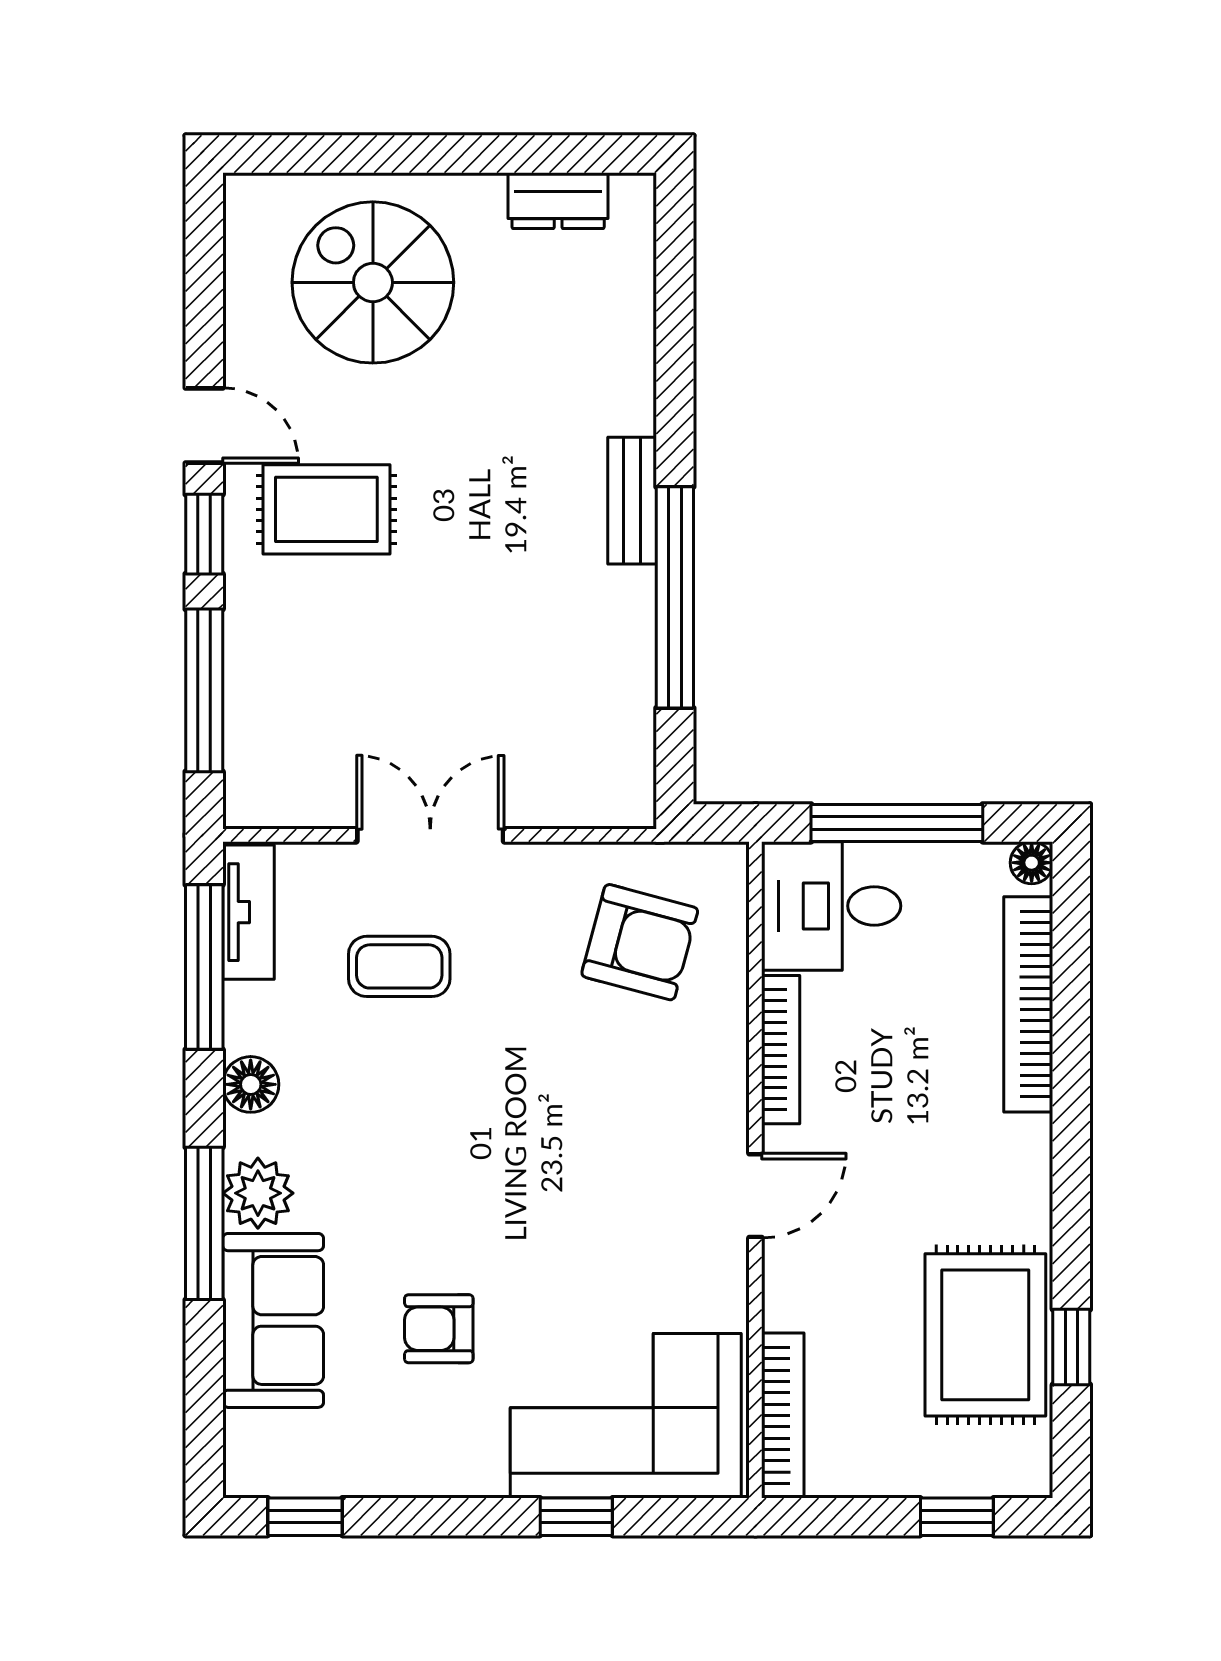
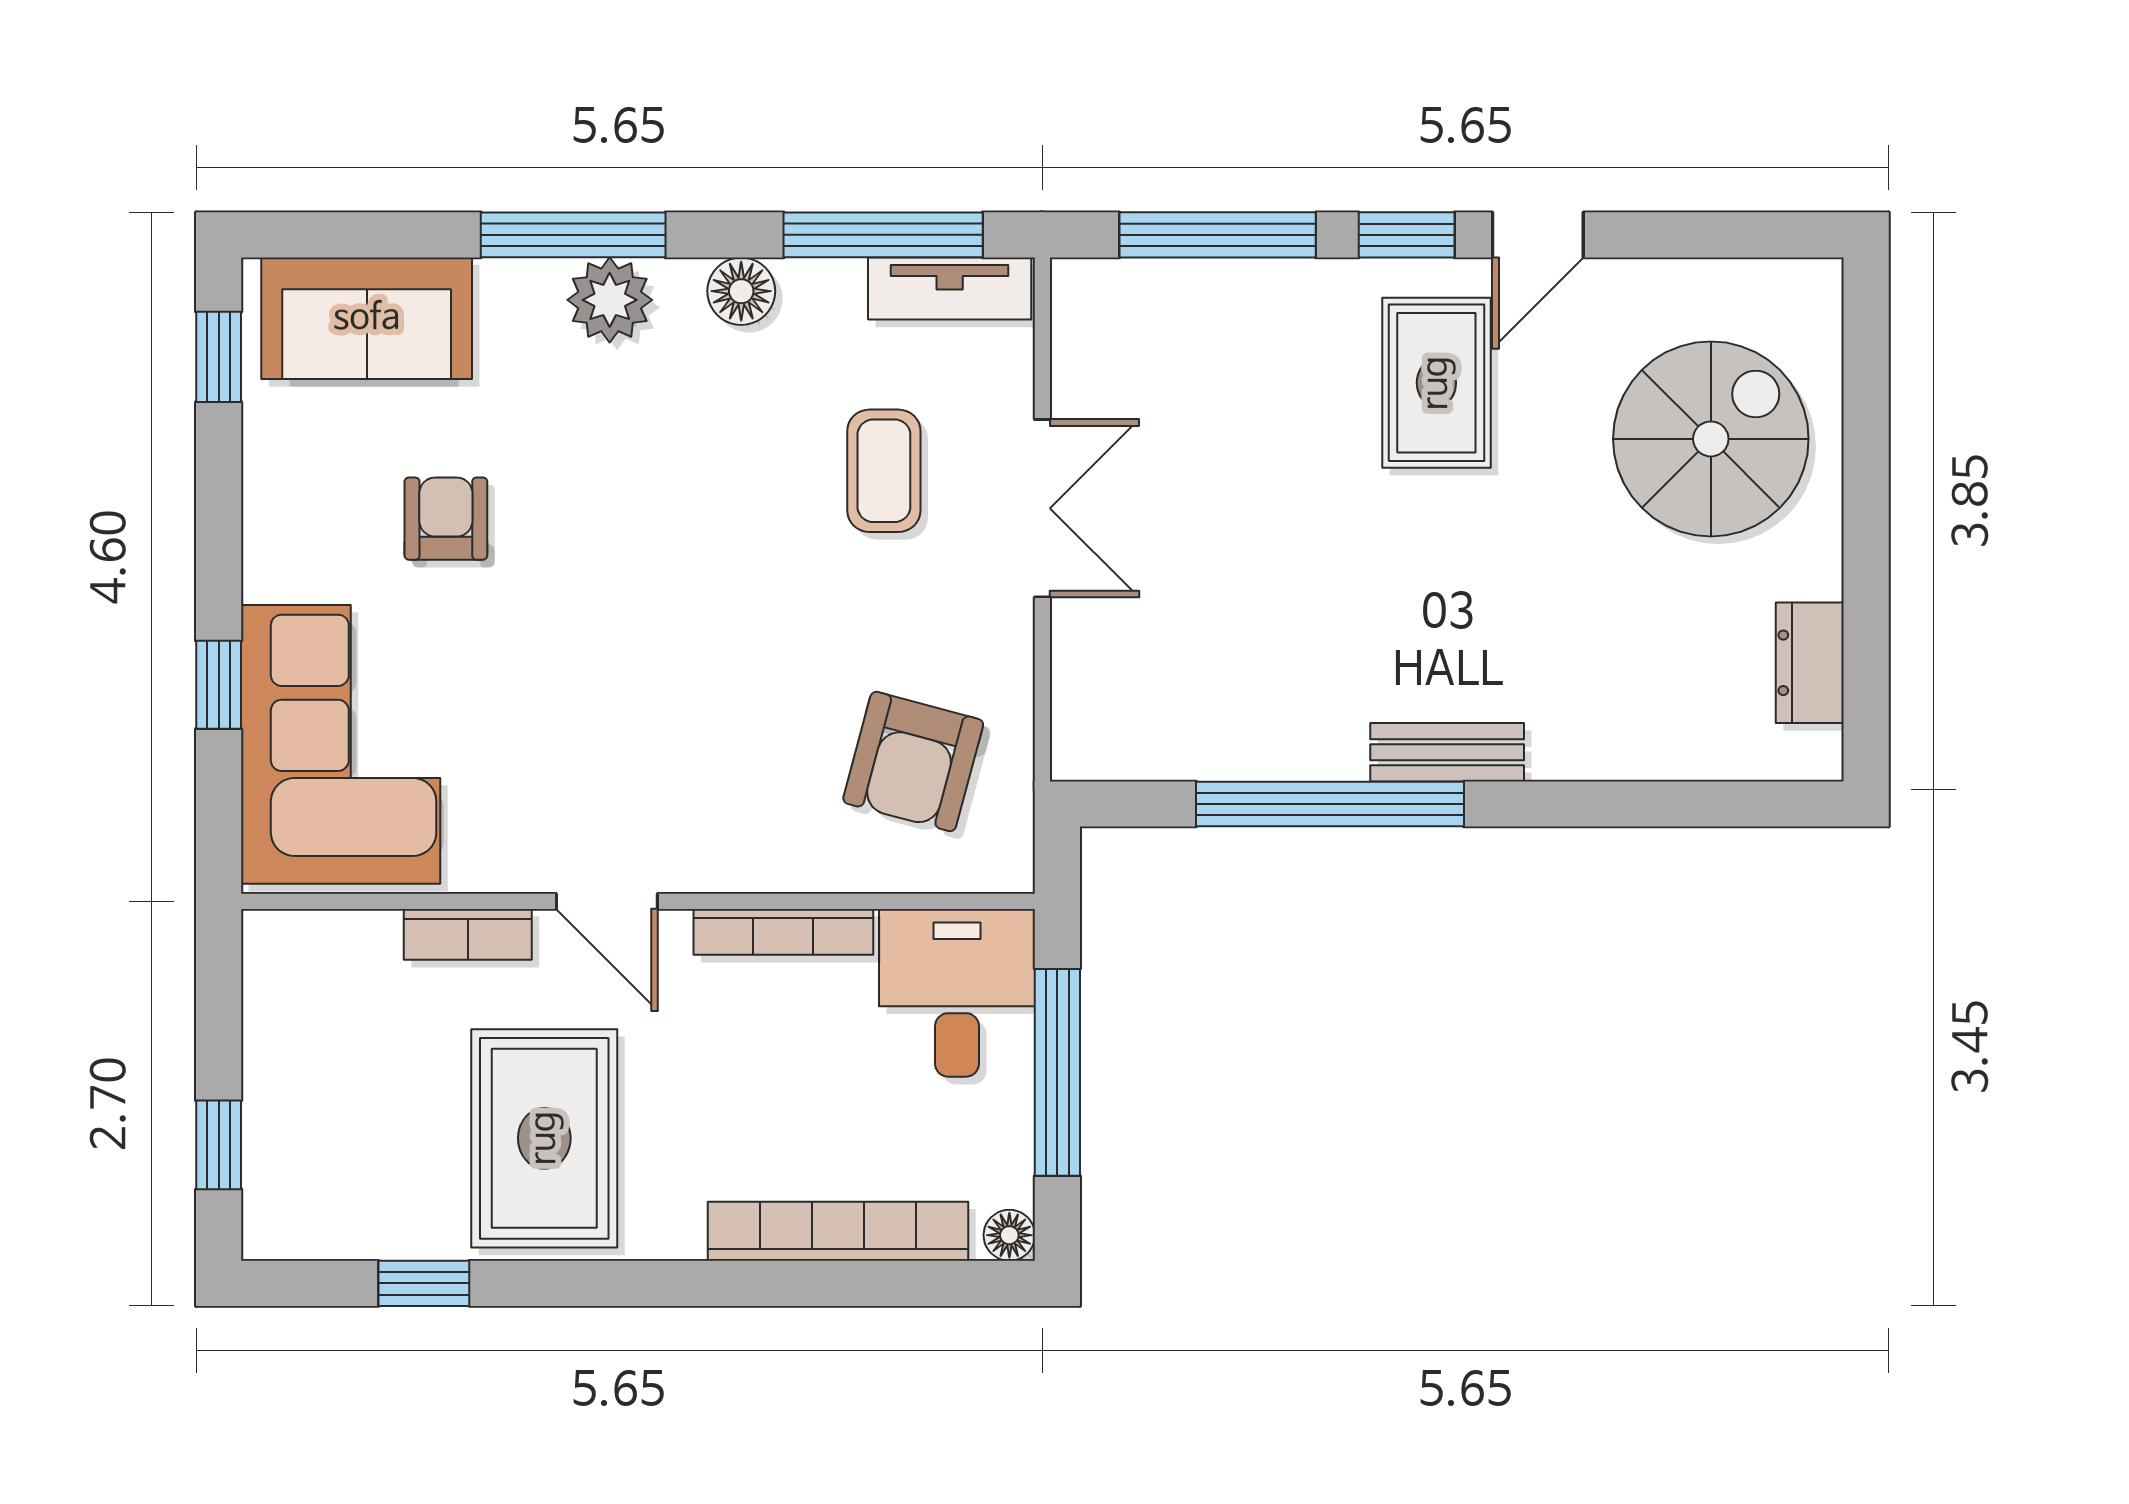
sofa: (273, 1320) -> (367, 318), moved
rug: (985, 1335) -> (544, 1138), moved, turned 90
bookcase: (783, 1415) -> (468, 934), moved, width x0.64

